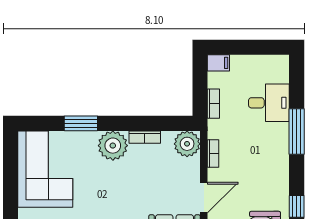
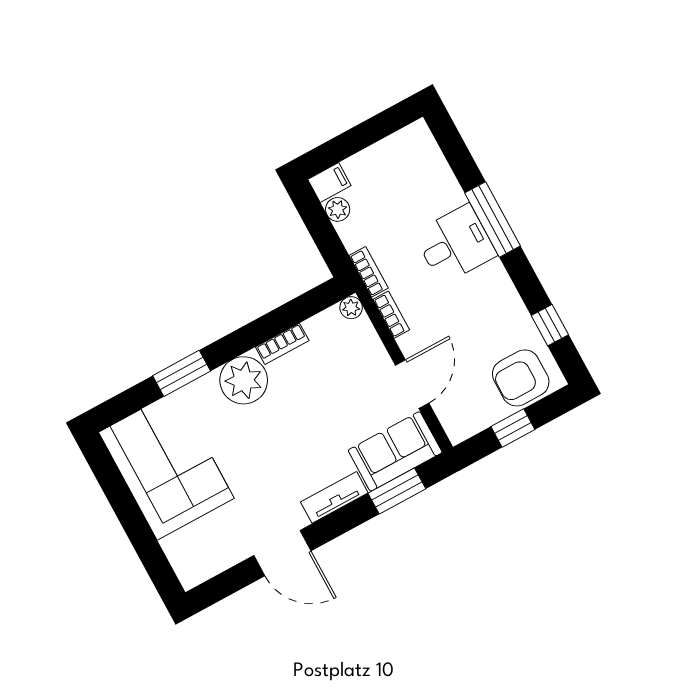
plant: (215, 80) -> (338, 209), added
desk: (269, 103) -> (455, 244), moved
bookcase: (213, 104) -> (369, 272), moved
plant: (187, 144) -> (351, 308), width x0.53, depth x0.53

